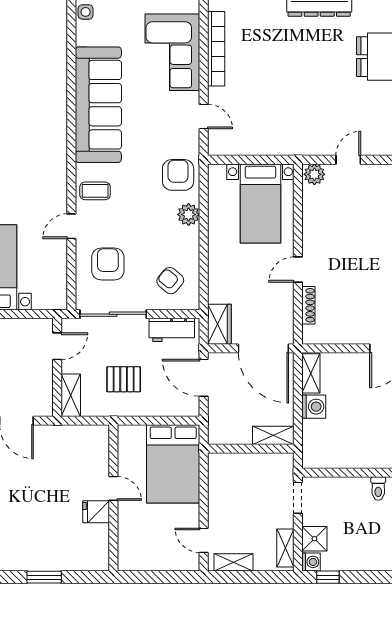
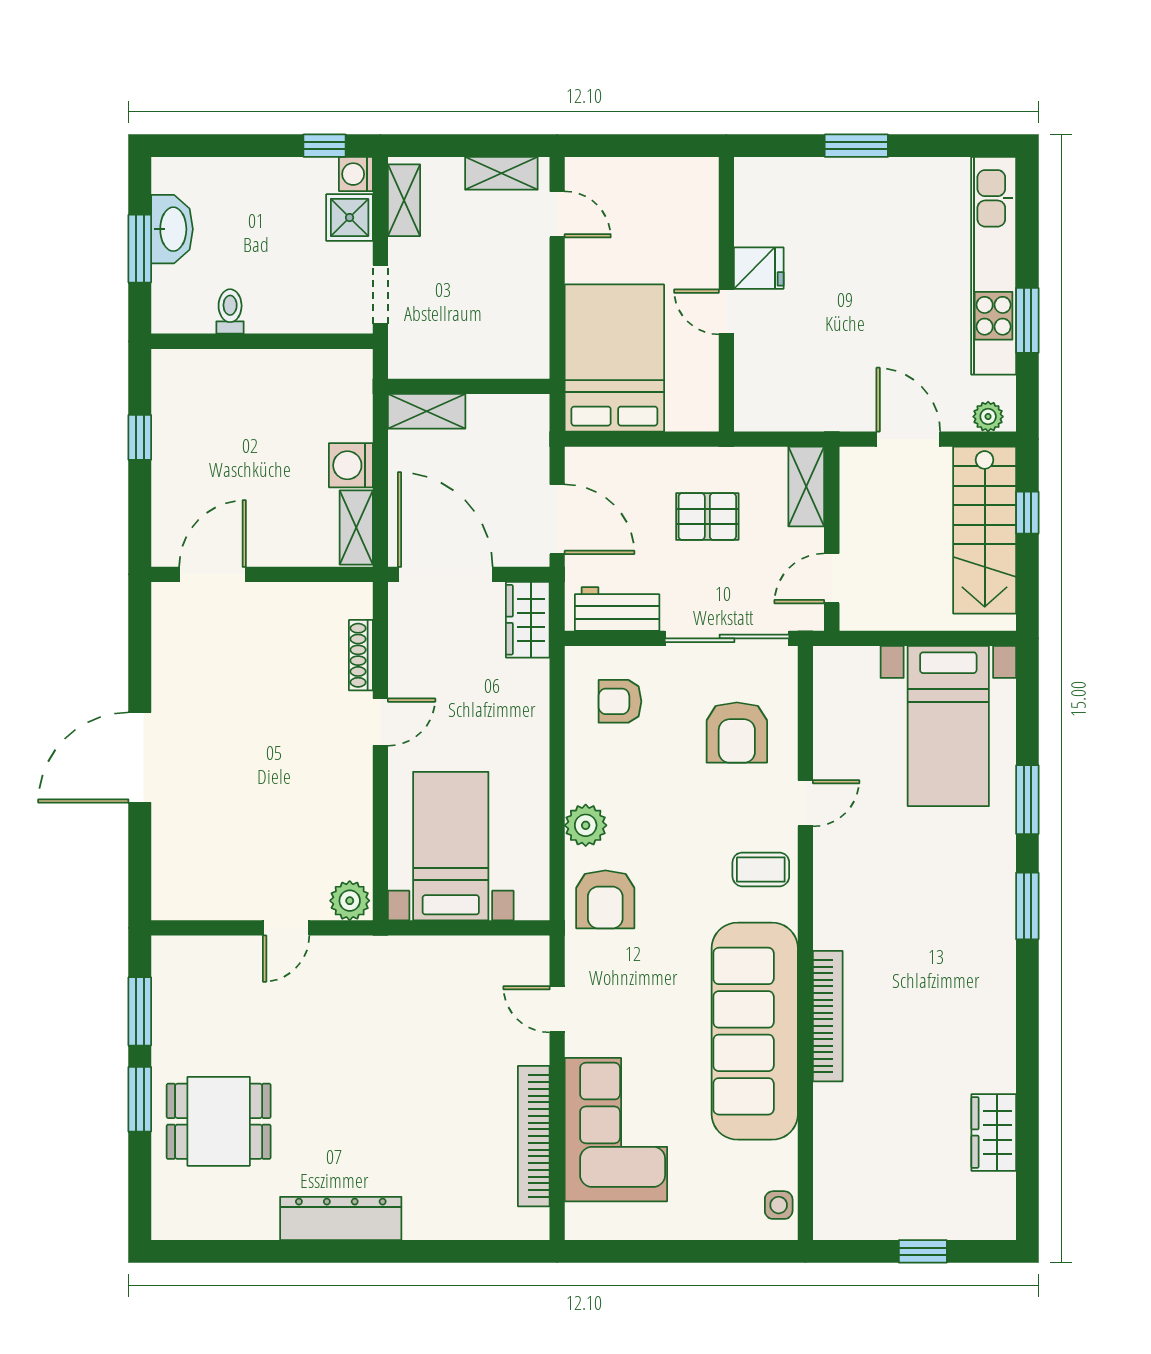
bookcase: (59, 113) -> (828, 1016), added
armchair: (170, 281) -> (620, 701), turned 140

